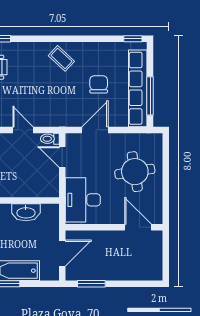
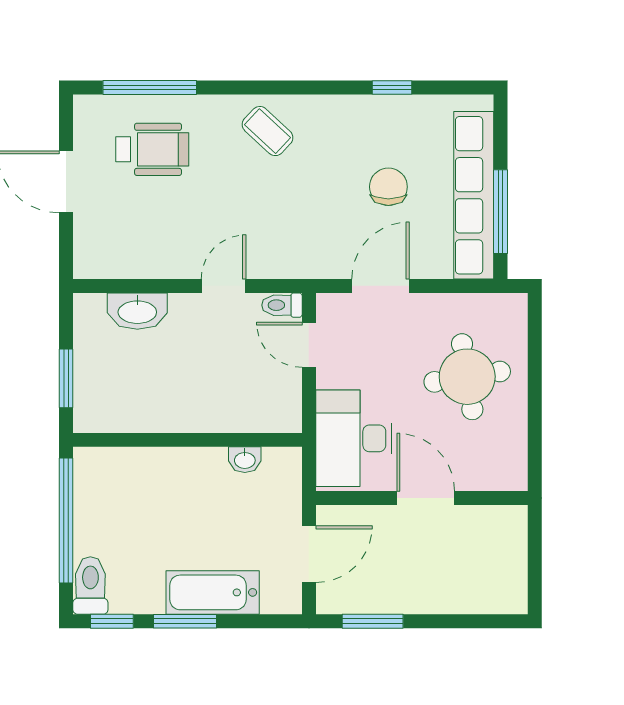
window: (133, 39) -> (392, 88), moved
coffee table: (61, 58) -> (268, 131), moved
door: (23, 130) -> (224, 286), hinge flipped
washbasin: (26, 212) -> (245, 460), width x0.52, depth x0.69
door: (138, 227) -> (426, 498), moved

